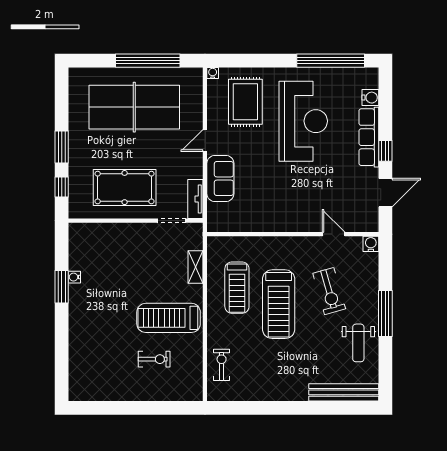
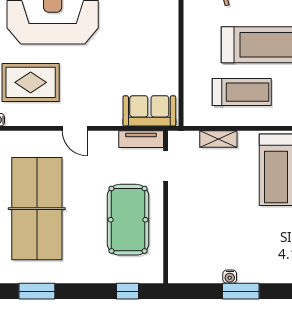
window: (62, 147) -> (37, 291), moved
sofa: (220, 178) -> (149, 111), moved

